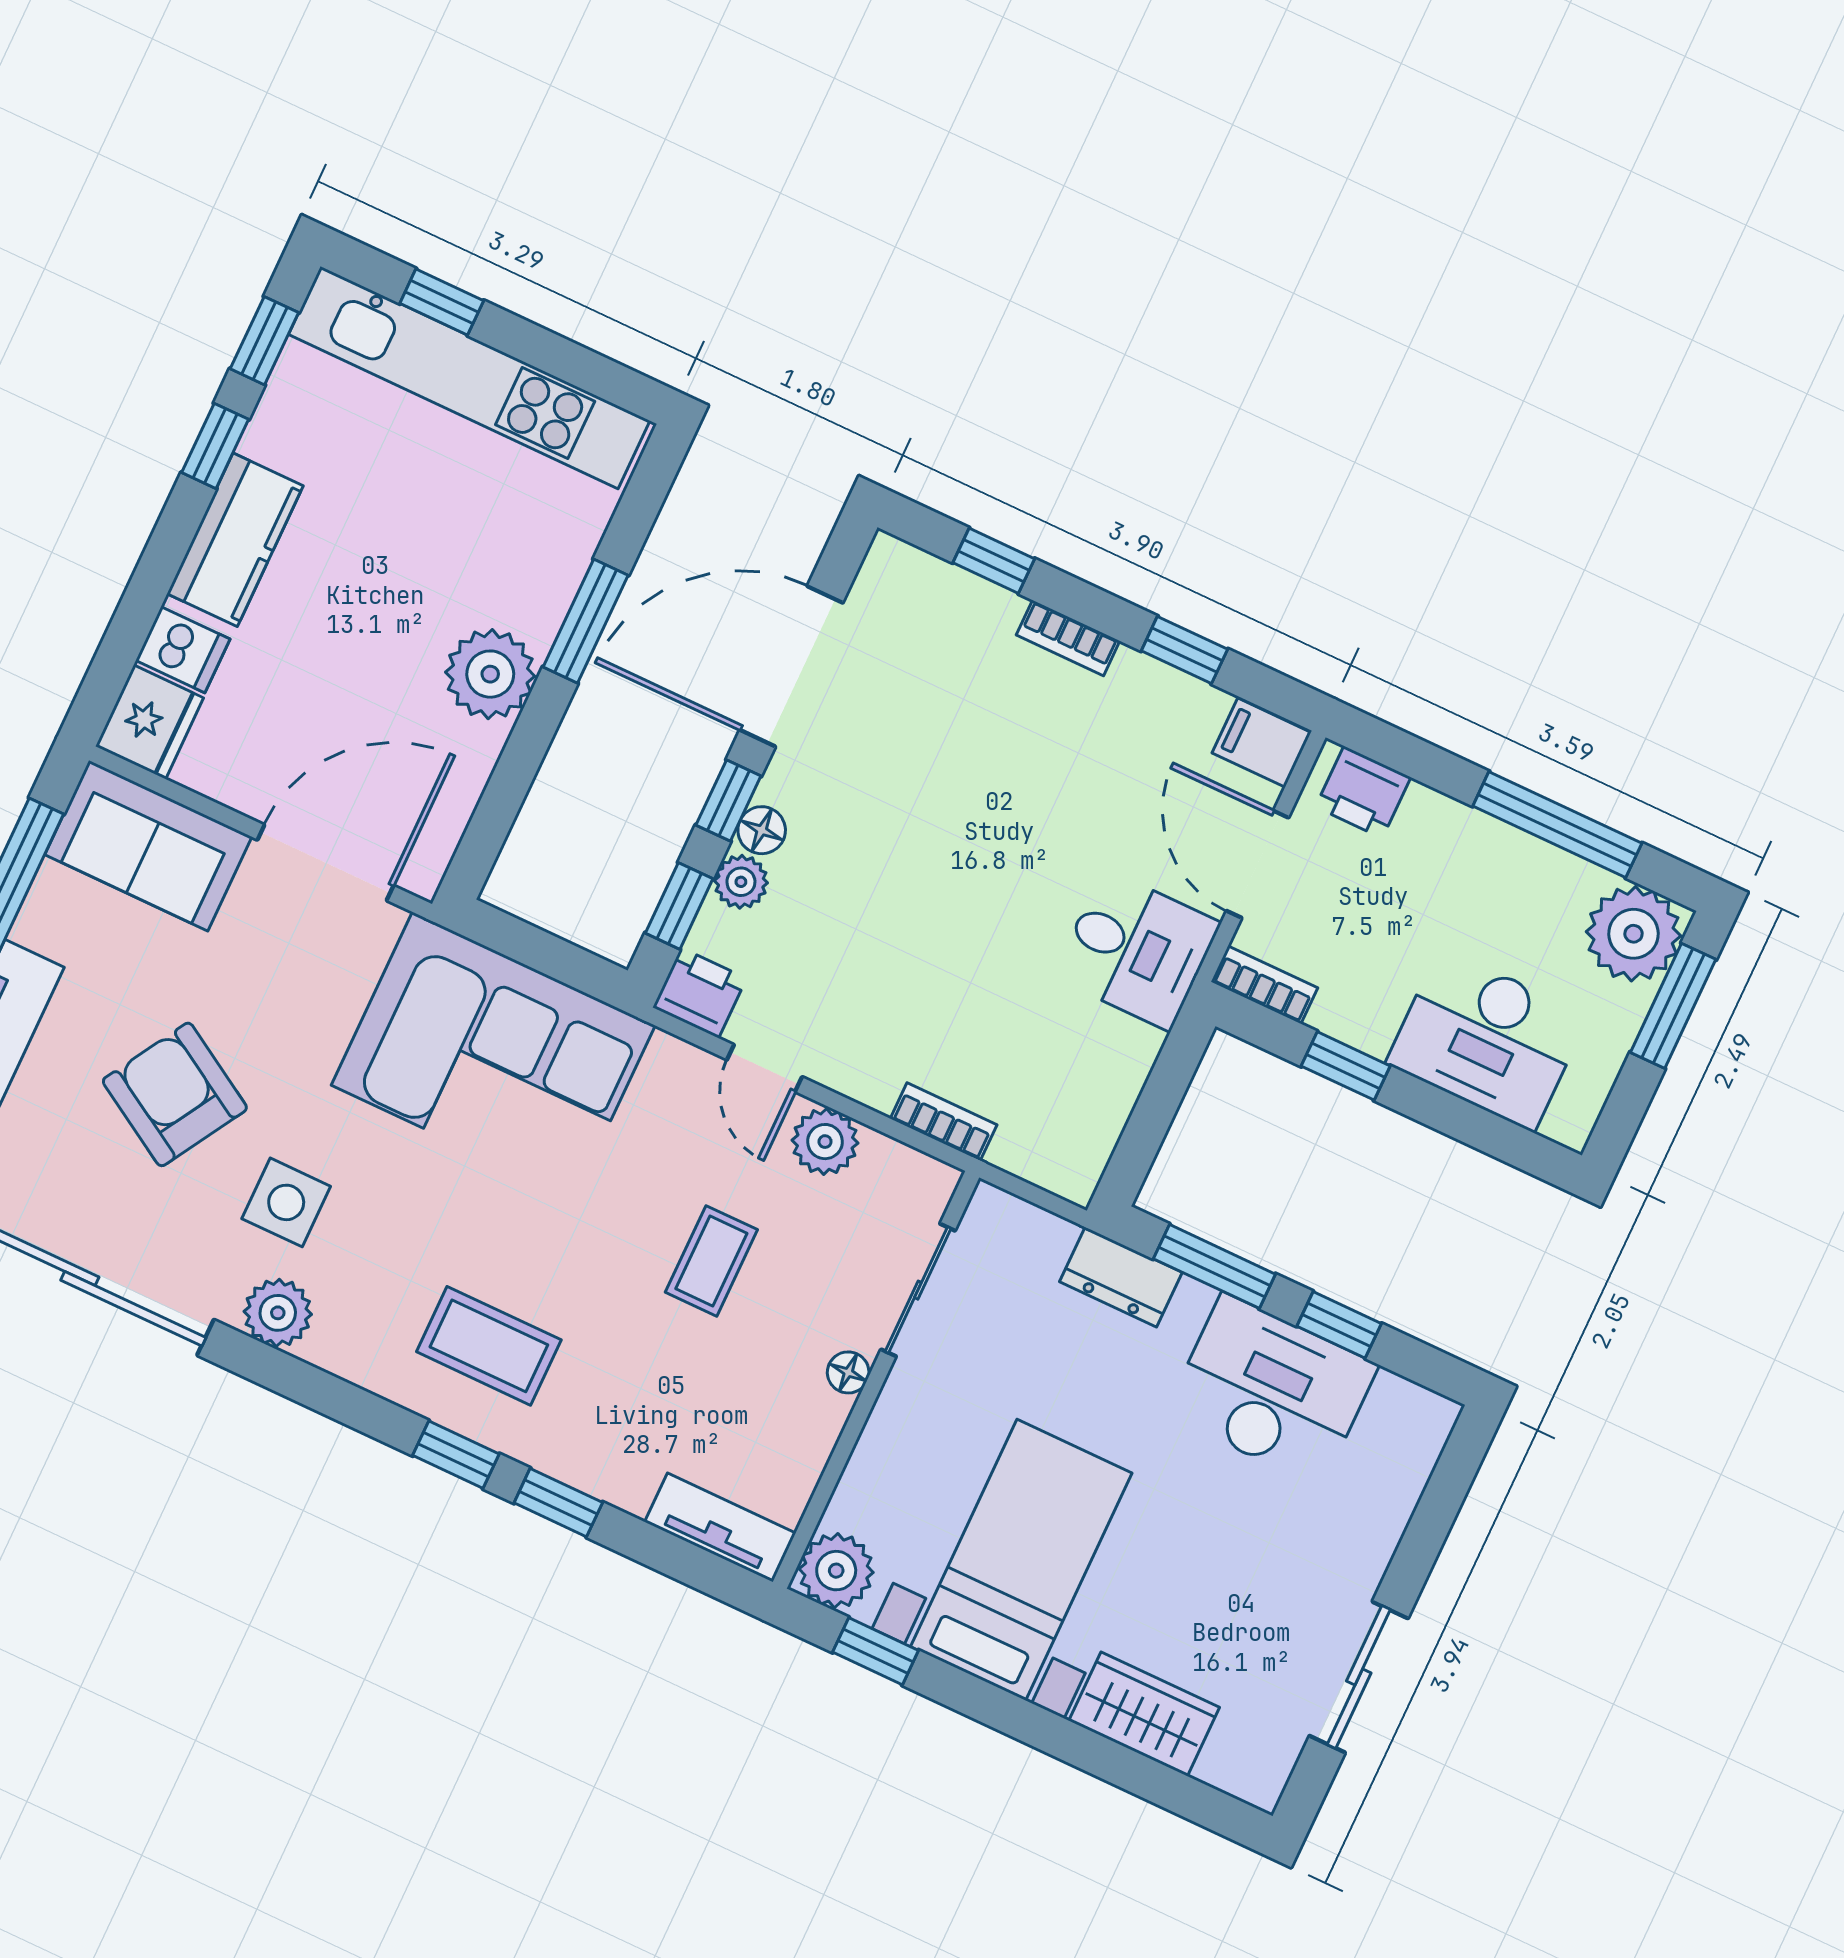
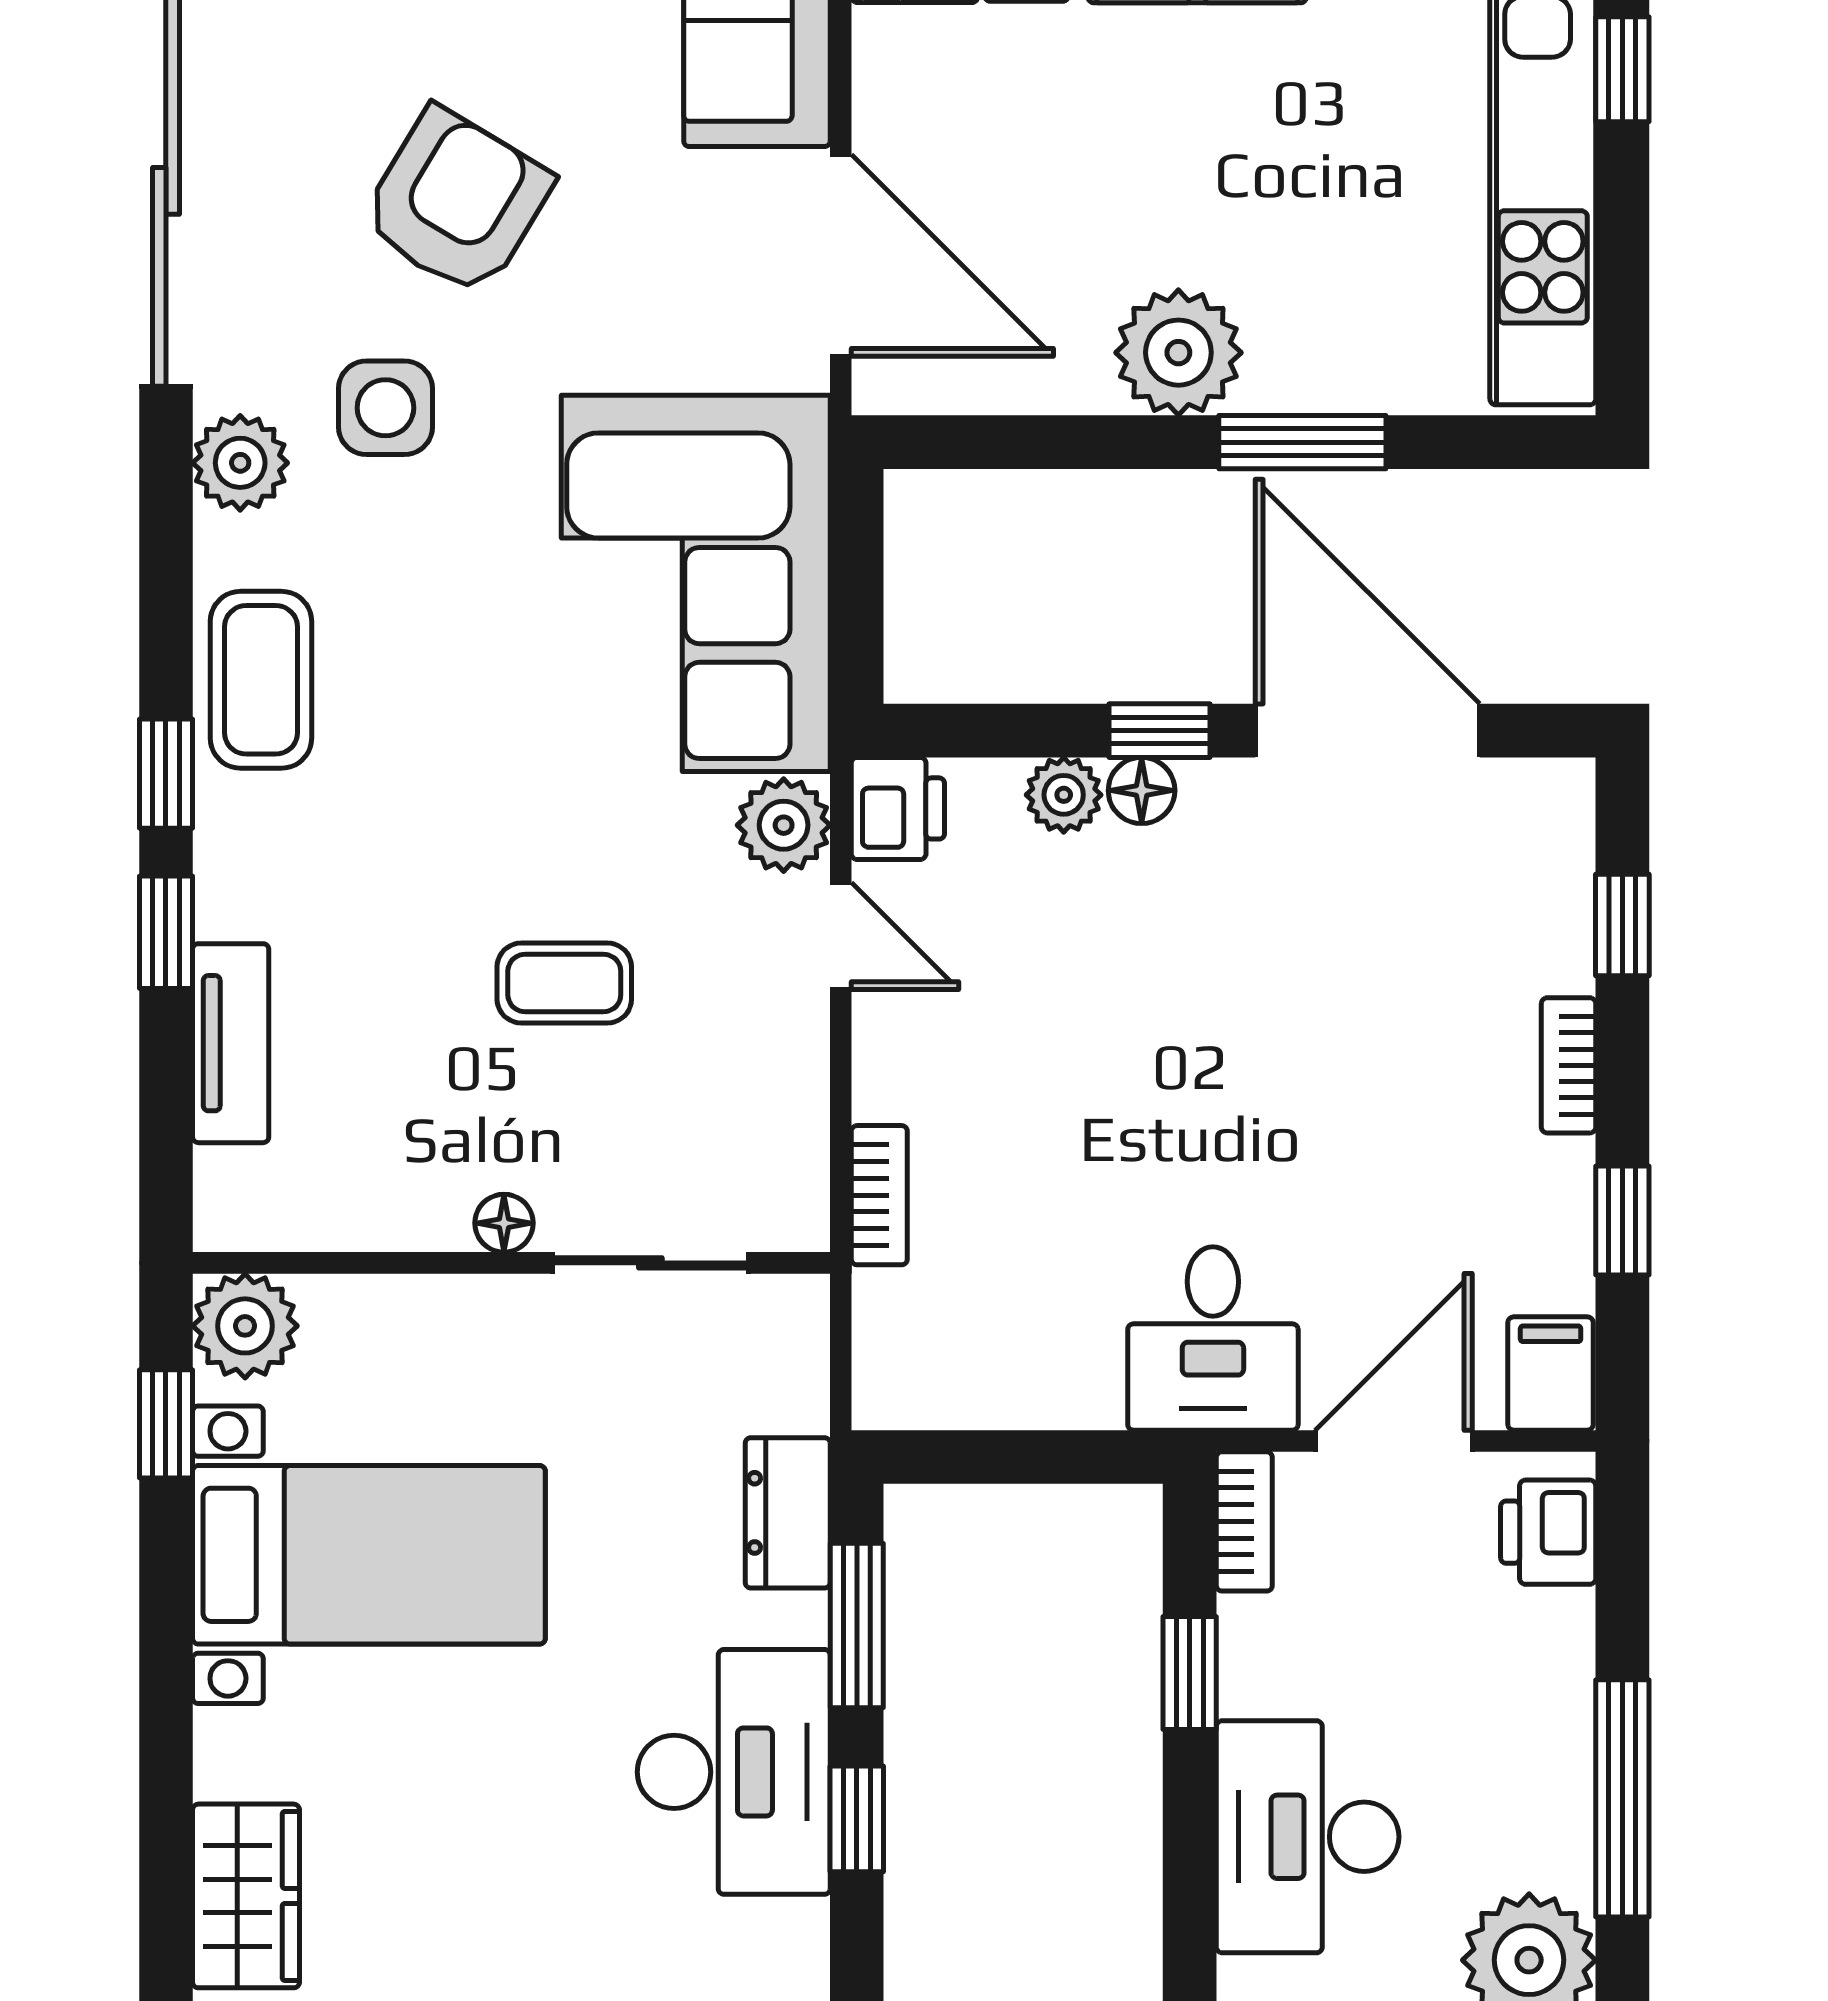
window: (679, 906) -> (996, 731), removed
door: (765, 1068) -> (841, 936), swing flipped
plant: (825, 1142) -> (784, 825), moved
coffee table: (489, 1346) -> (261, 680), moved
tv unit: (720, 1527) -> (231, 1043), moved
wardrobe: (1144, 1714) -> (246, 1896), moved

